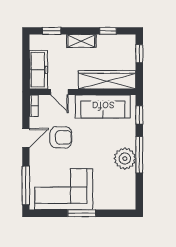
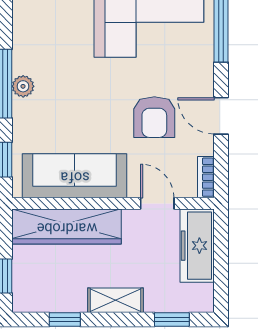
armchair: (61, 137) -> (154, 117), turned -91
door: (26, 138) -> (221, 116), hinge flipped
plant: (125, 159) -> (23, 86), width x0.53, depth x0.53

